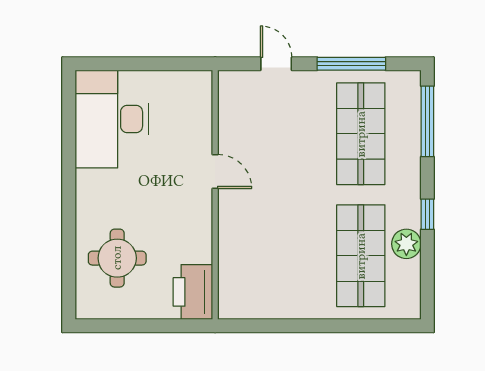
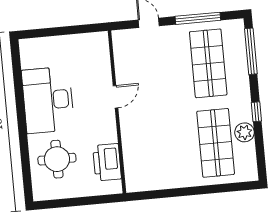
desk: (112, 119) -> (48, 100), moved
door: (215, 172) -> (116, 97), hinge flipped
printer: (193, 292) -> (107, 162), moved

